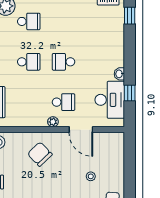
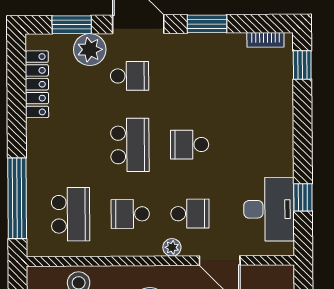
school desk: (29, 62) -> (130, 145), width x1.85
washbasin: (119, 74) -> (285, 165), removed
school desk: (29, 102) -> (130, 214), added

